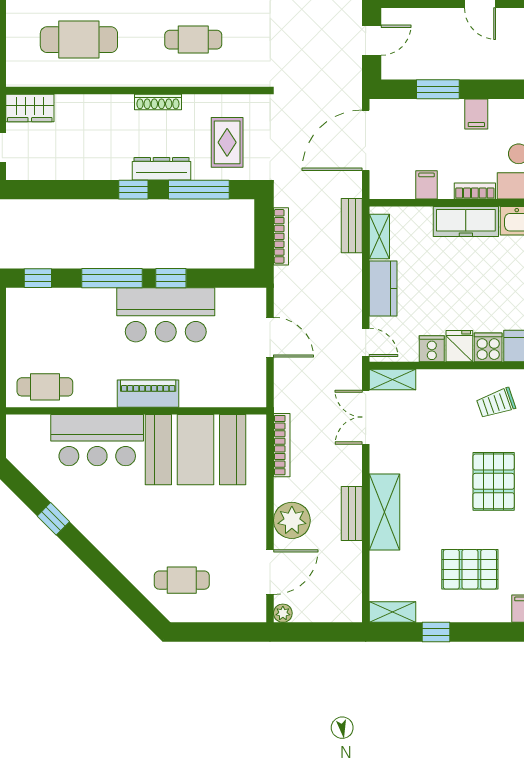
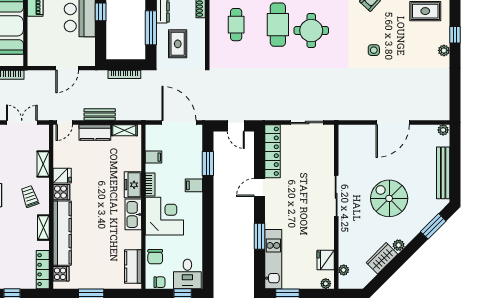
rug: (227, 142) -> (178, 44), turned 90
freezer: (466, 221) -> (133, 185), width x0.71
bench: (352, 226) -> (100, 115), moved
cooker: (432, 349) -> (61, 160), removed
shelving: (392, 379) -> (43, 164), moved

